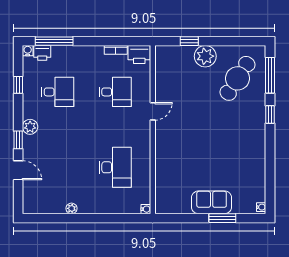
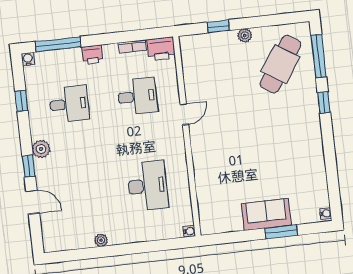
printer: (42, 53) -> (92, 55), moved
plant: (205, 56) -> (245, 35), width x0.53, depth x0.53

